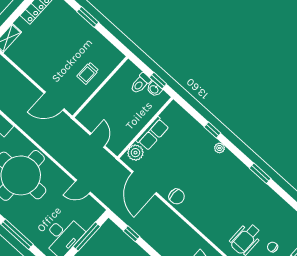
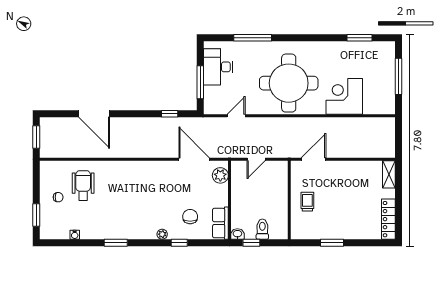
window: (88, 17) -> (332, 243), moved
washbasin: (154, 89) -> (237, 234), moved
row of seats: (153, 134) -> (220, 223), moved
door: (97, 140) -> (256, 159), hinge flipped
chair: (177, 197) -> (190, 217), moved, turned 90
water cooler: (286, 207) -> (75, 235), added

